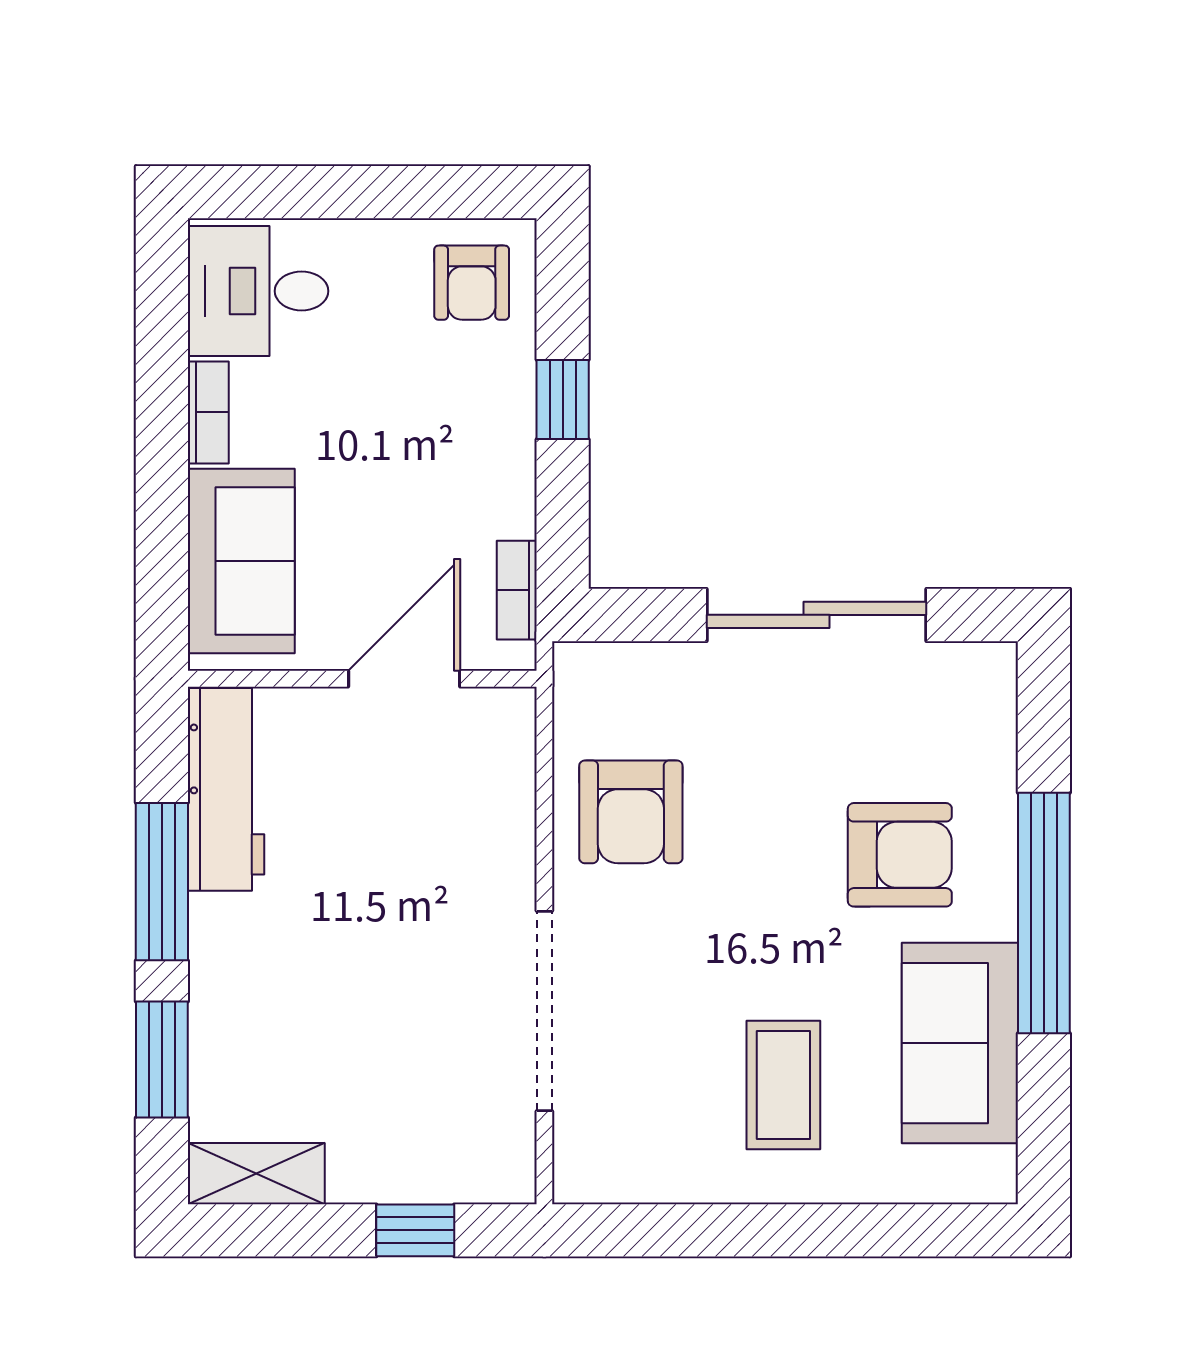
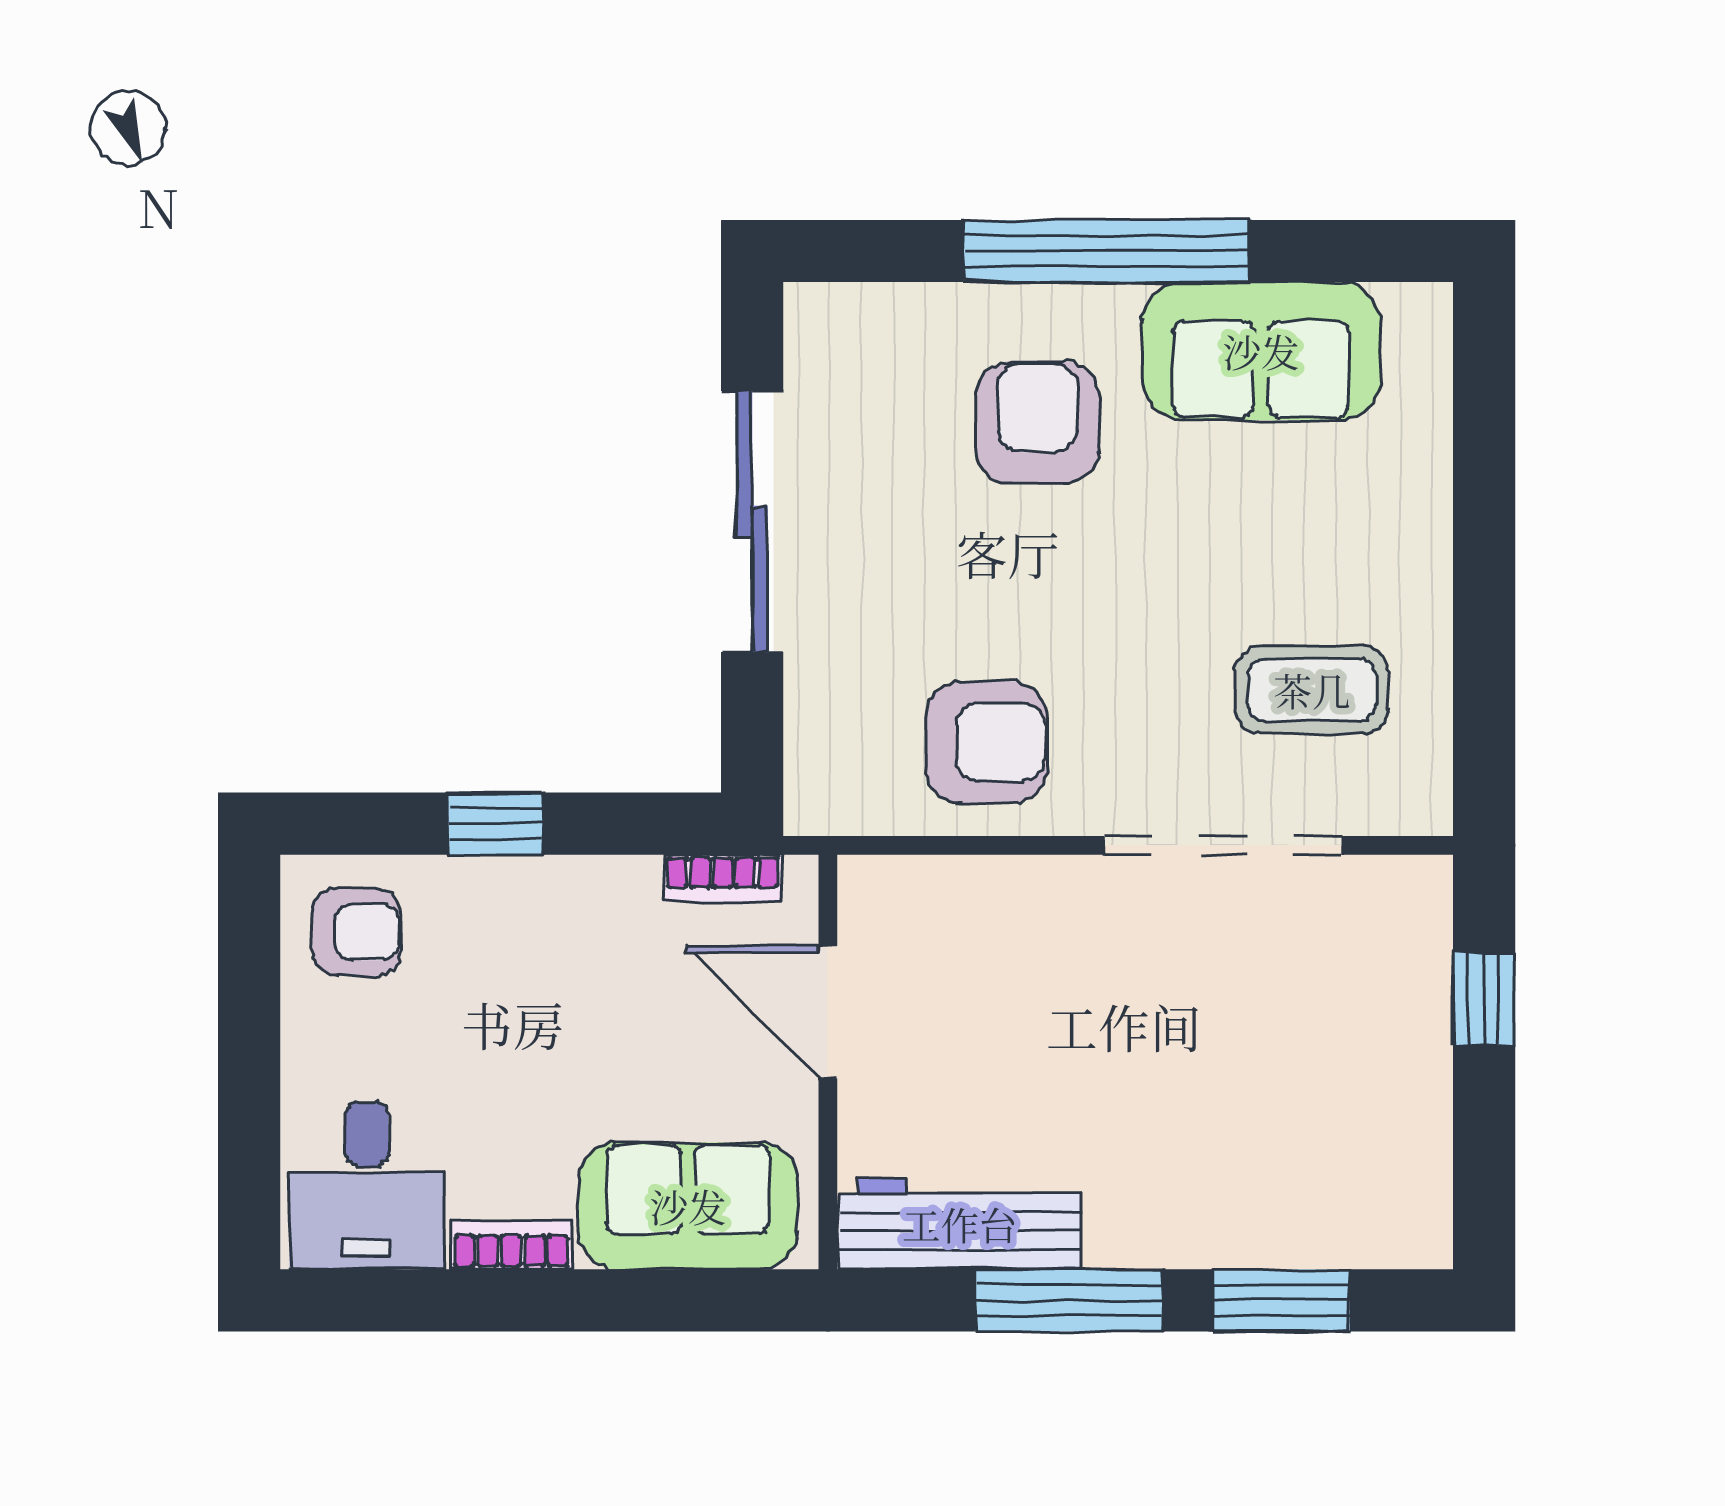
coffee table: (783, 1085) -> (1312, 690), moved
shelving: (256, 1174) -> (1417, 1188), removed

